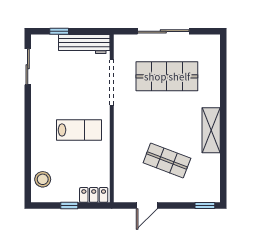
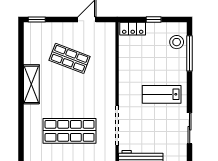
sliding door: (28, 67) -> (190, 128), moved
lab bench: (79, 130) -> (162, 94), moved
window: (28, 166) -> (190, 53), added

